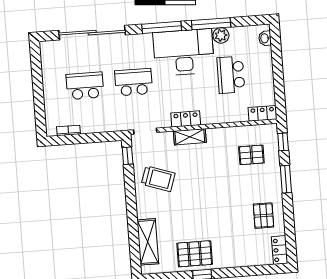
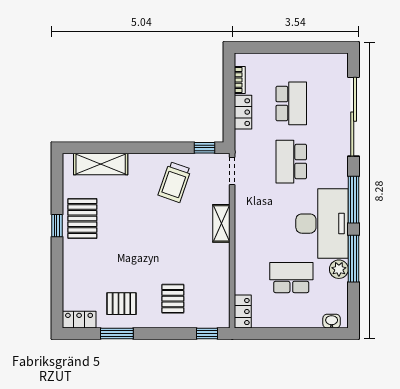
school desk: (134, 82) -> (291, 162), turned 180
locker: (186, 119) -> (243, 112), moved
pallet: (251, 155) -> (173, 299), moved
window: (286, 179) -> (117, 333), moved

